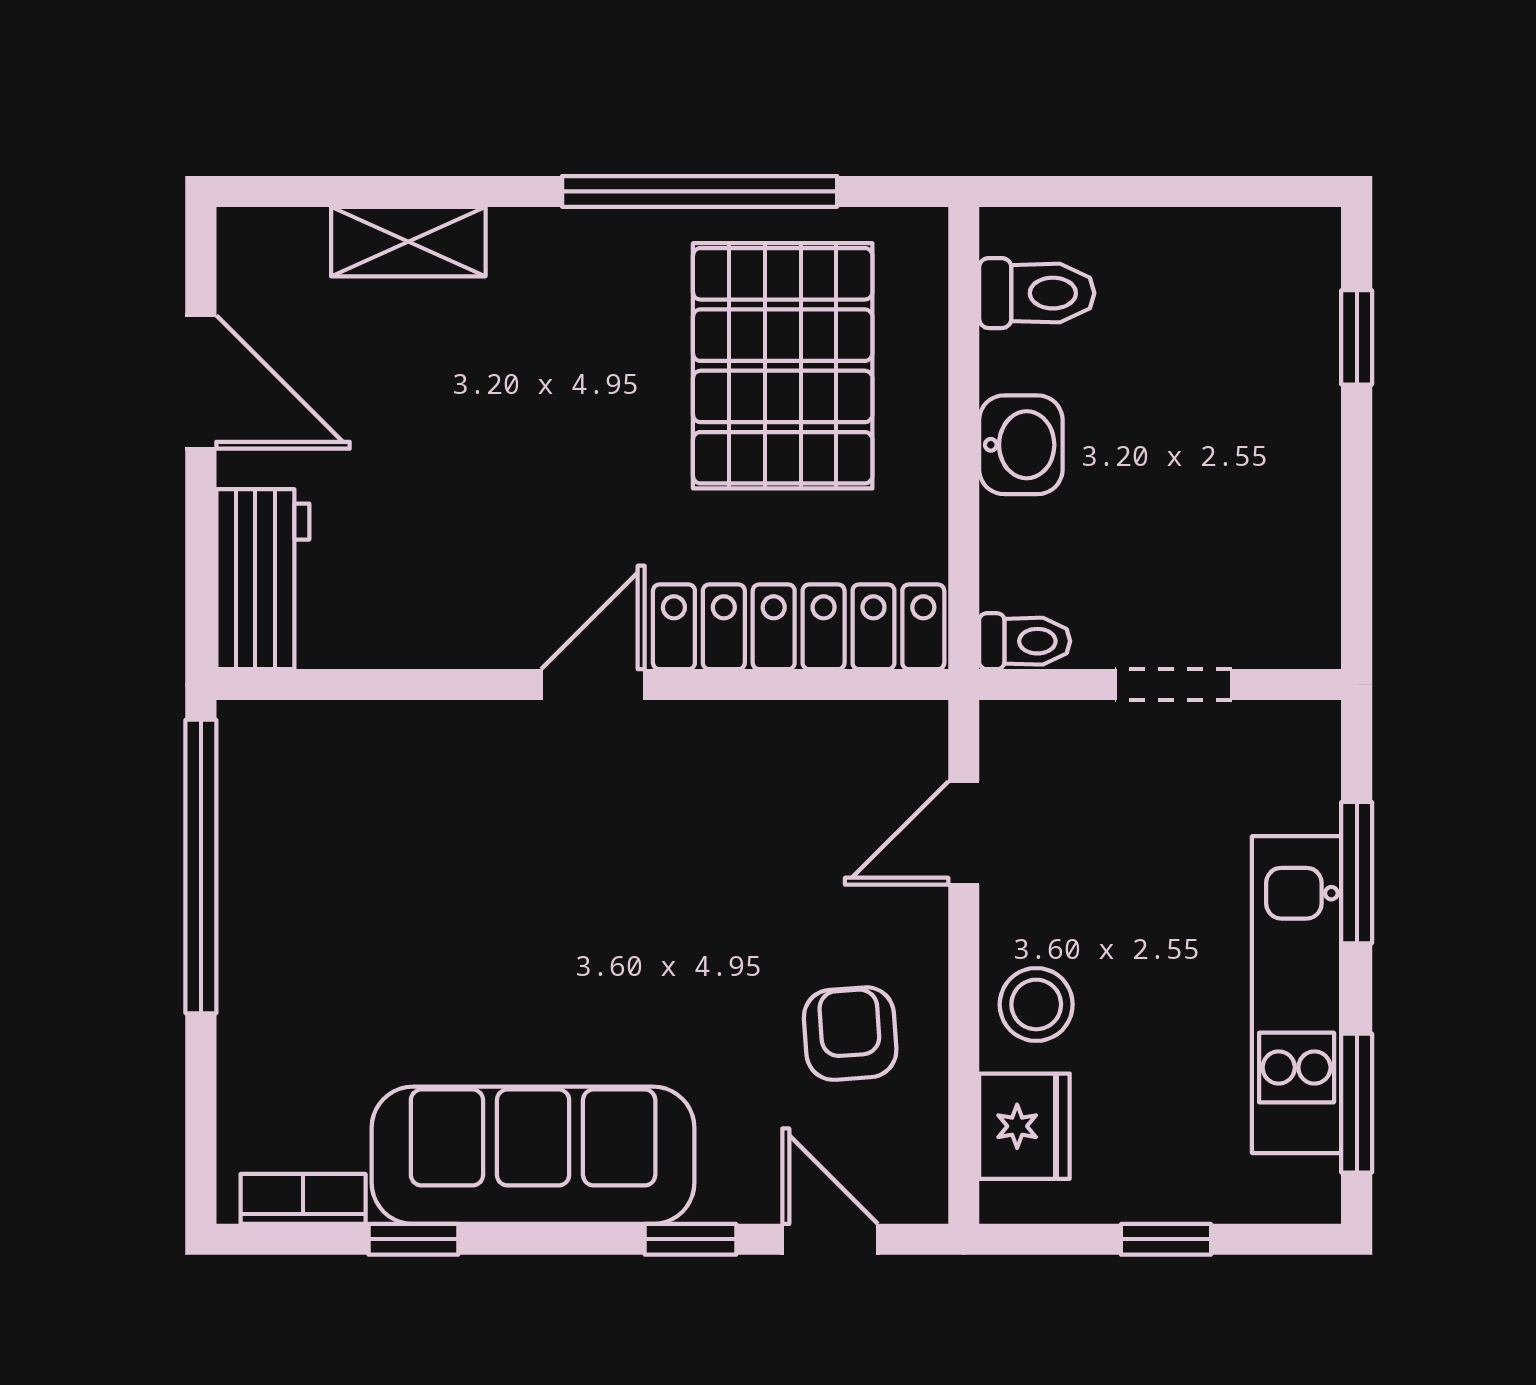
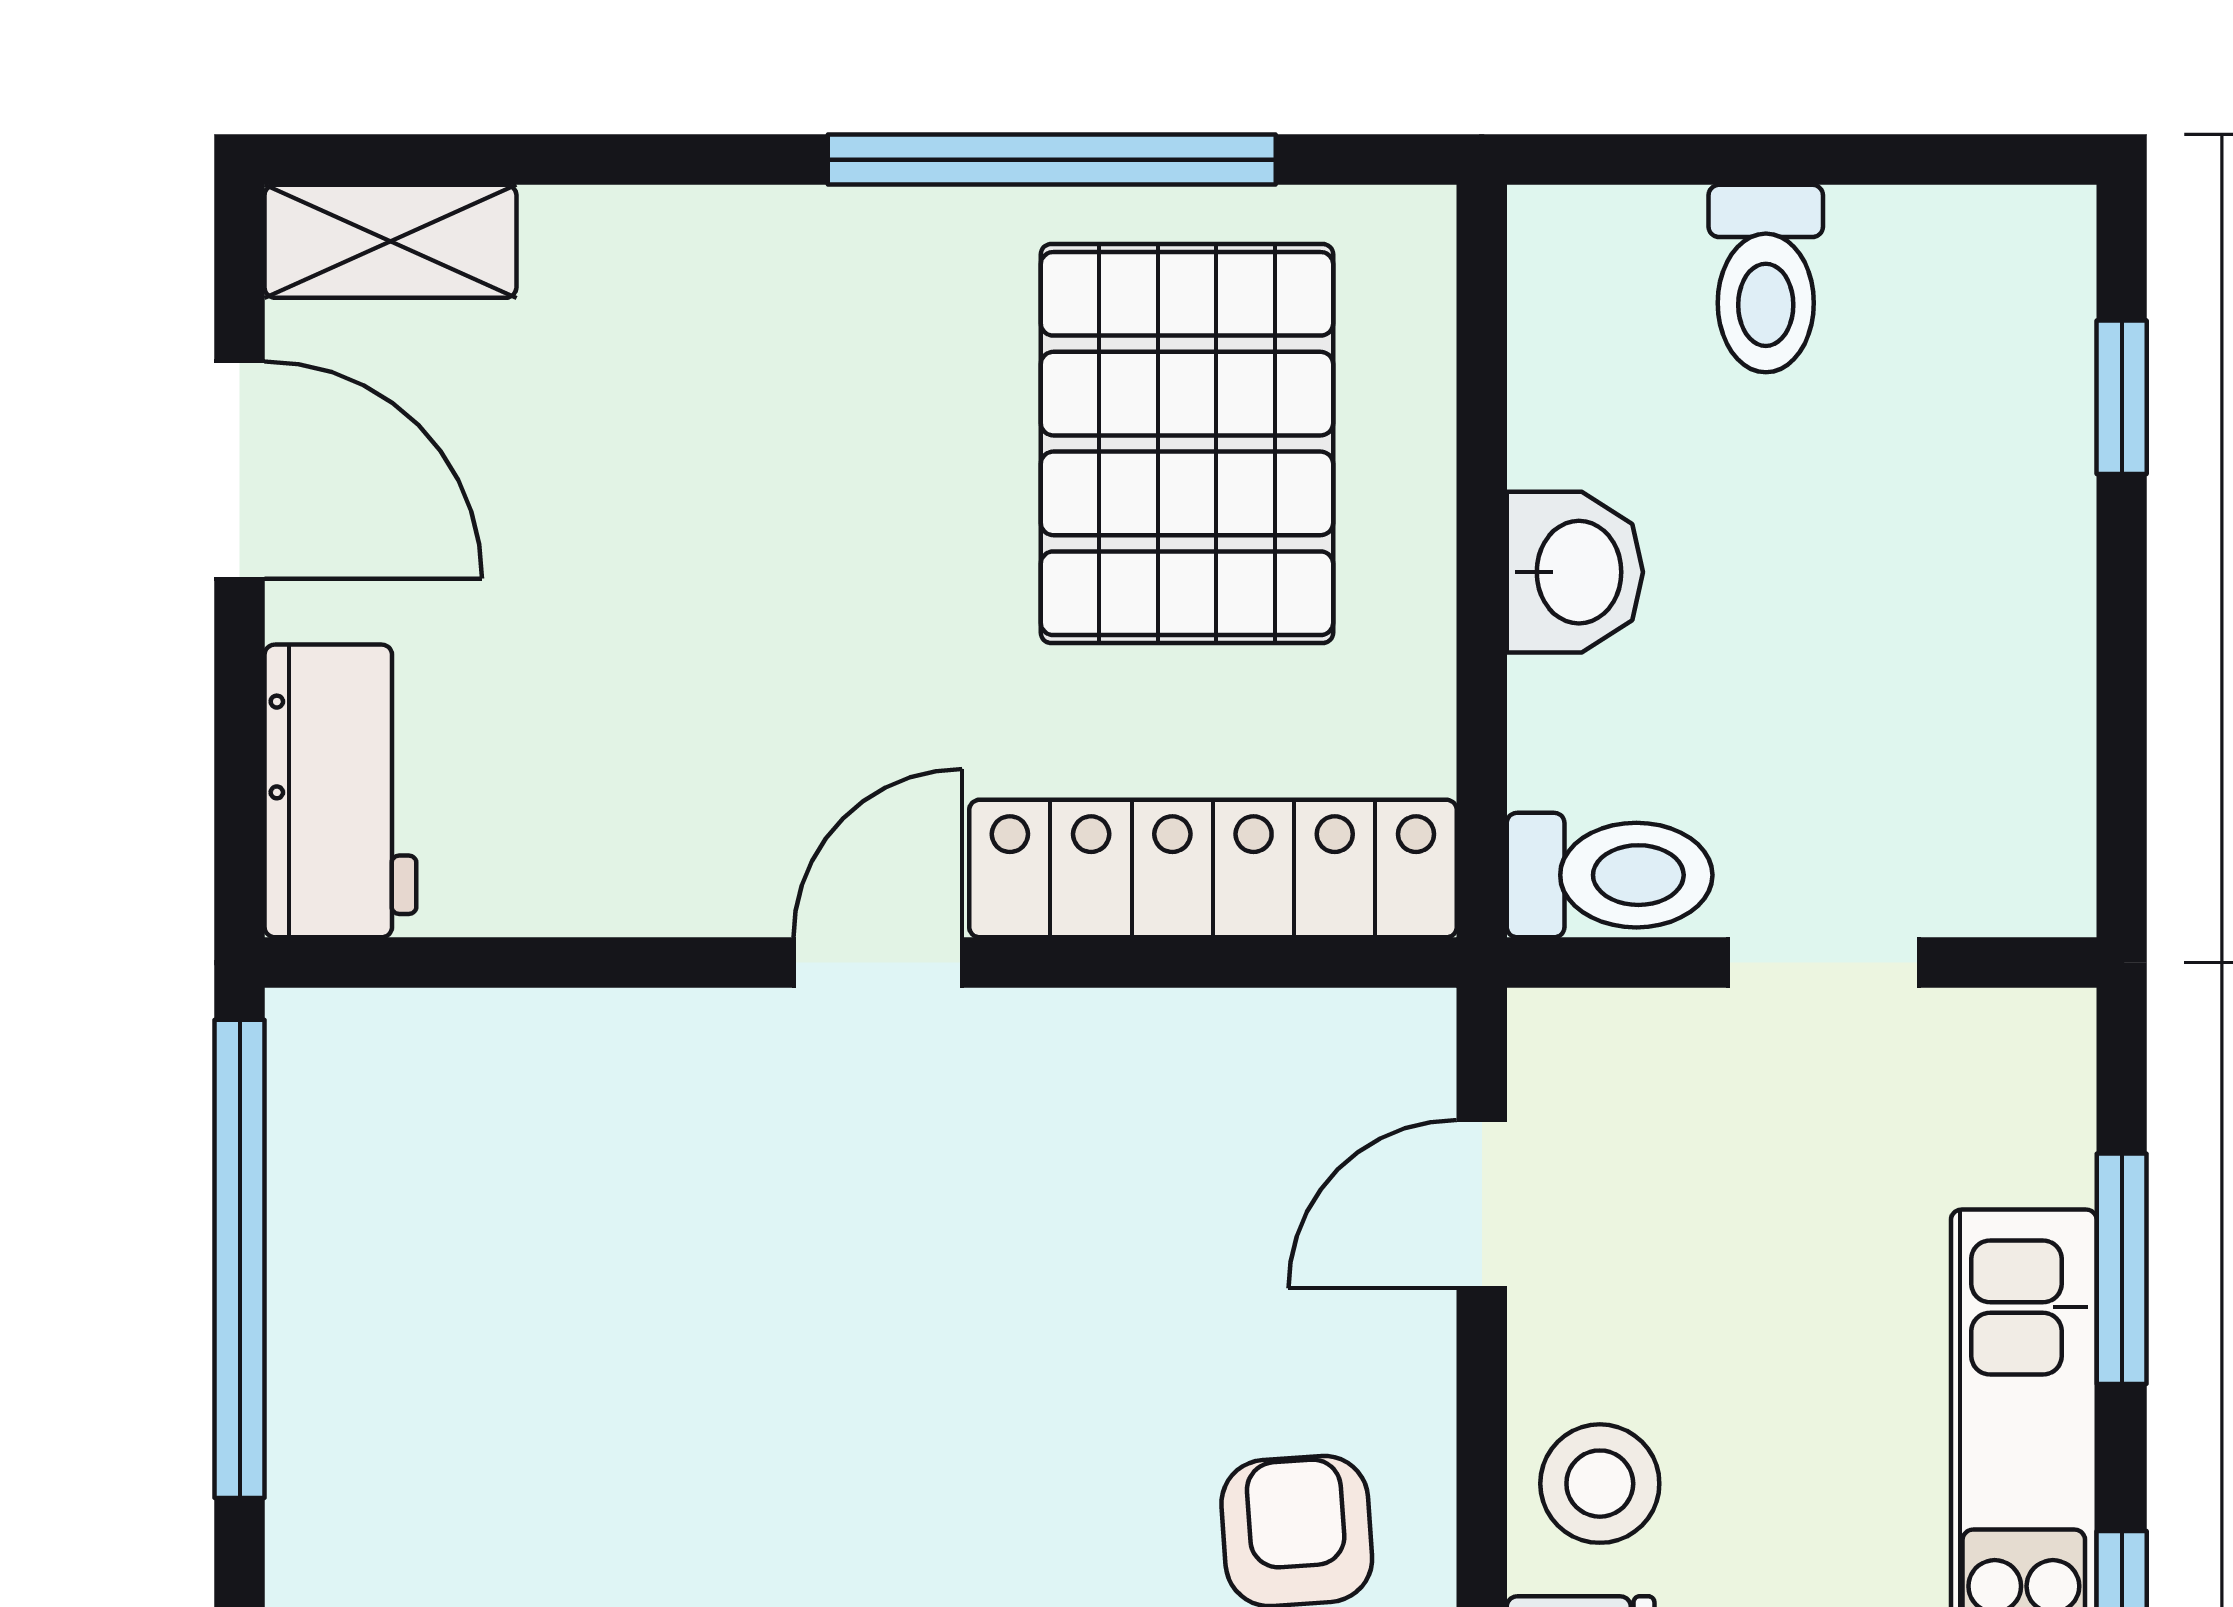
shelving: (408, 242) -> (390, 241), moved
toilet: (1037, 293) -> (1766, 279), moved, turned 90
toilet: (1025, 641) -> (1610, 875), width x1.37, depth x1.39

